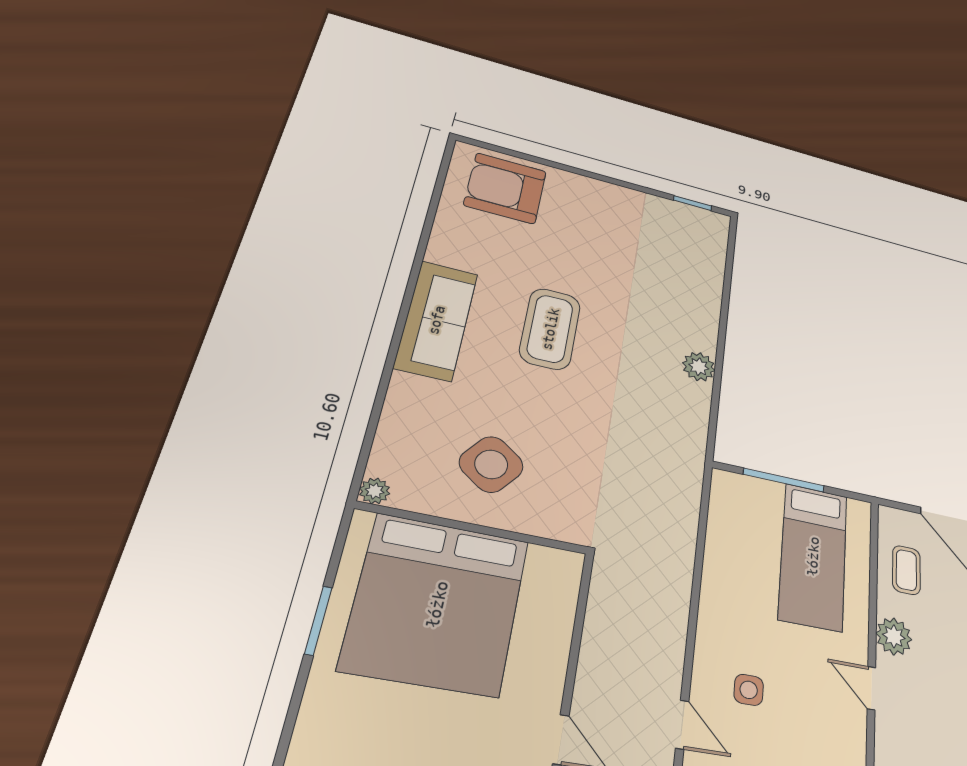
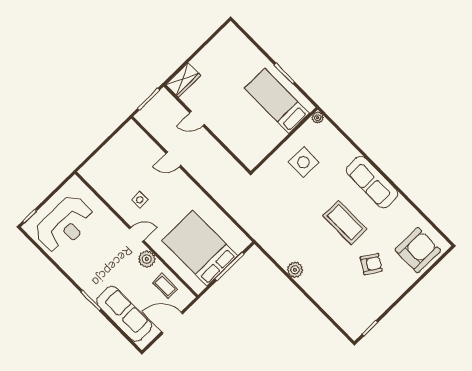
armchair: (589, 250) -> (371, 264), added
side table: (491, 464) -> (304, 162), turned -37
bed: (813, 556) -> (200, 248), width x1.50
bed: (437, 604) -> (277, 101), width x0.49
side table: (749, 690) -> (140, 200), moved

